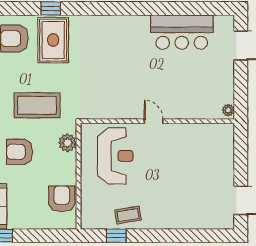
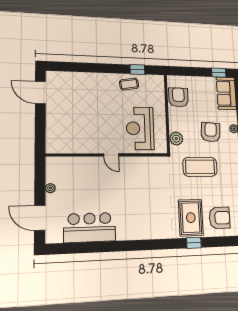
plant: (228, 110) -> (50, 188), moved
armchair: (20, 152) -> (211, 132), turned -86
armchair: (62, 199) -> (178, 97), turned 180

